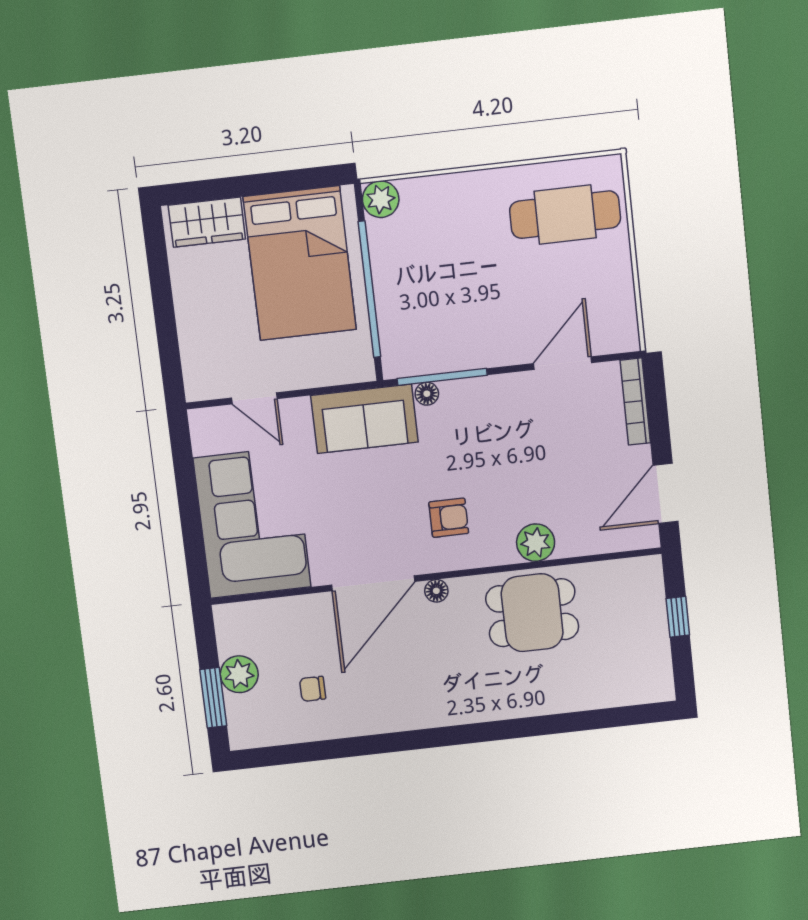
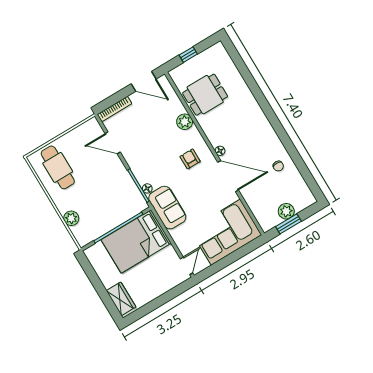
plant: (381, 199) -> (71, 218), moved
bed: (300, 263) -> (136, 241), moved, turned 180
door: (254, 398) -> (187, 266), moved
dining table: (532, 613) -> (205, 95), moved, turned 90
chair: (313, 689) -> (278, 166), moved
window: (213, 698) -> (288, 224), moved

